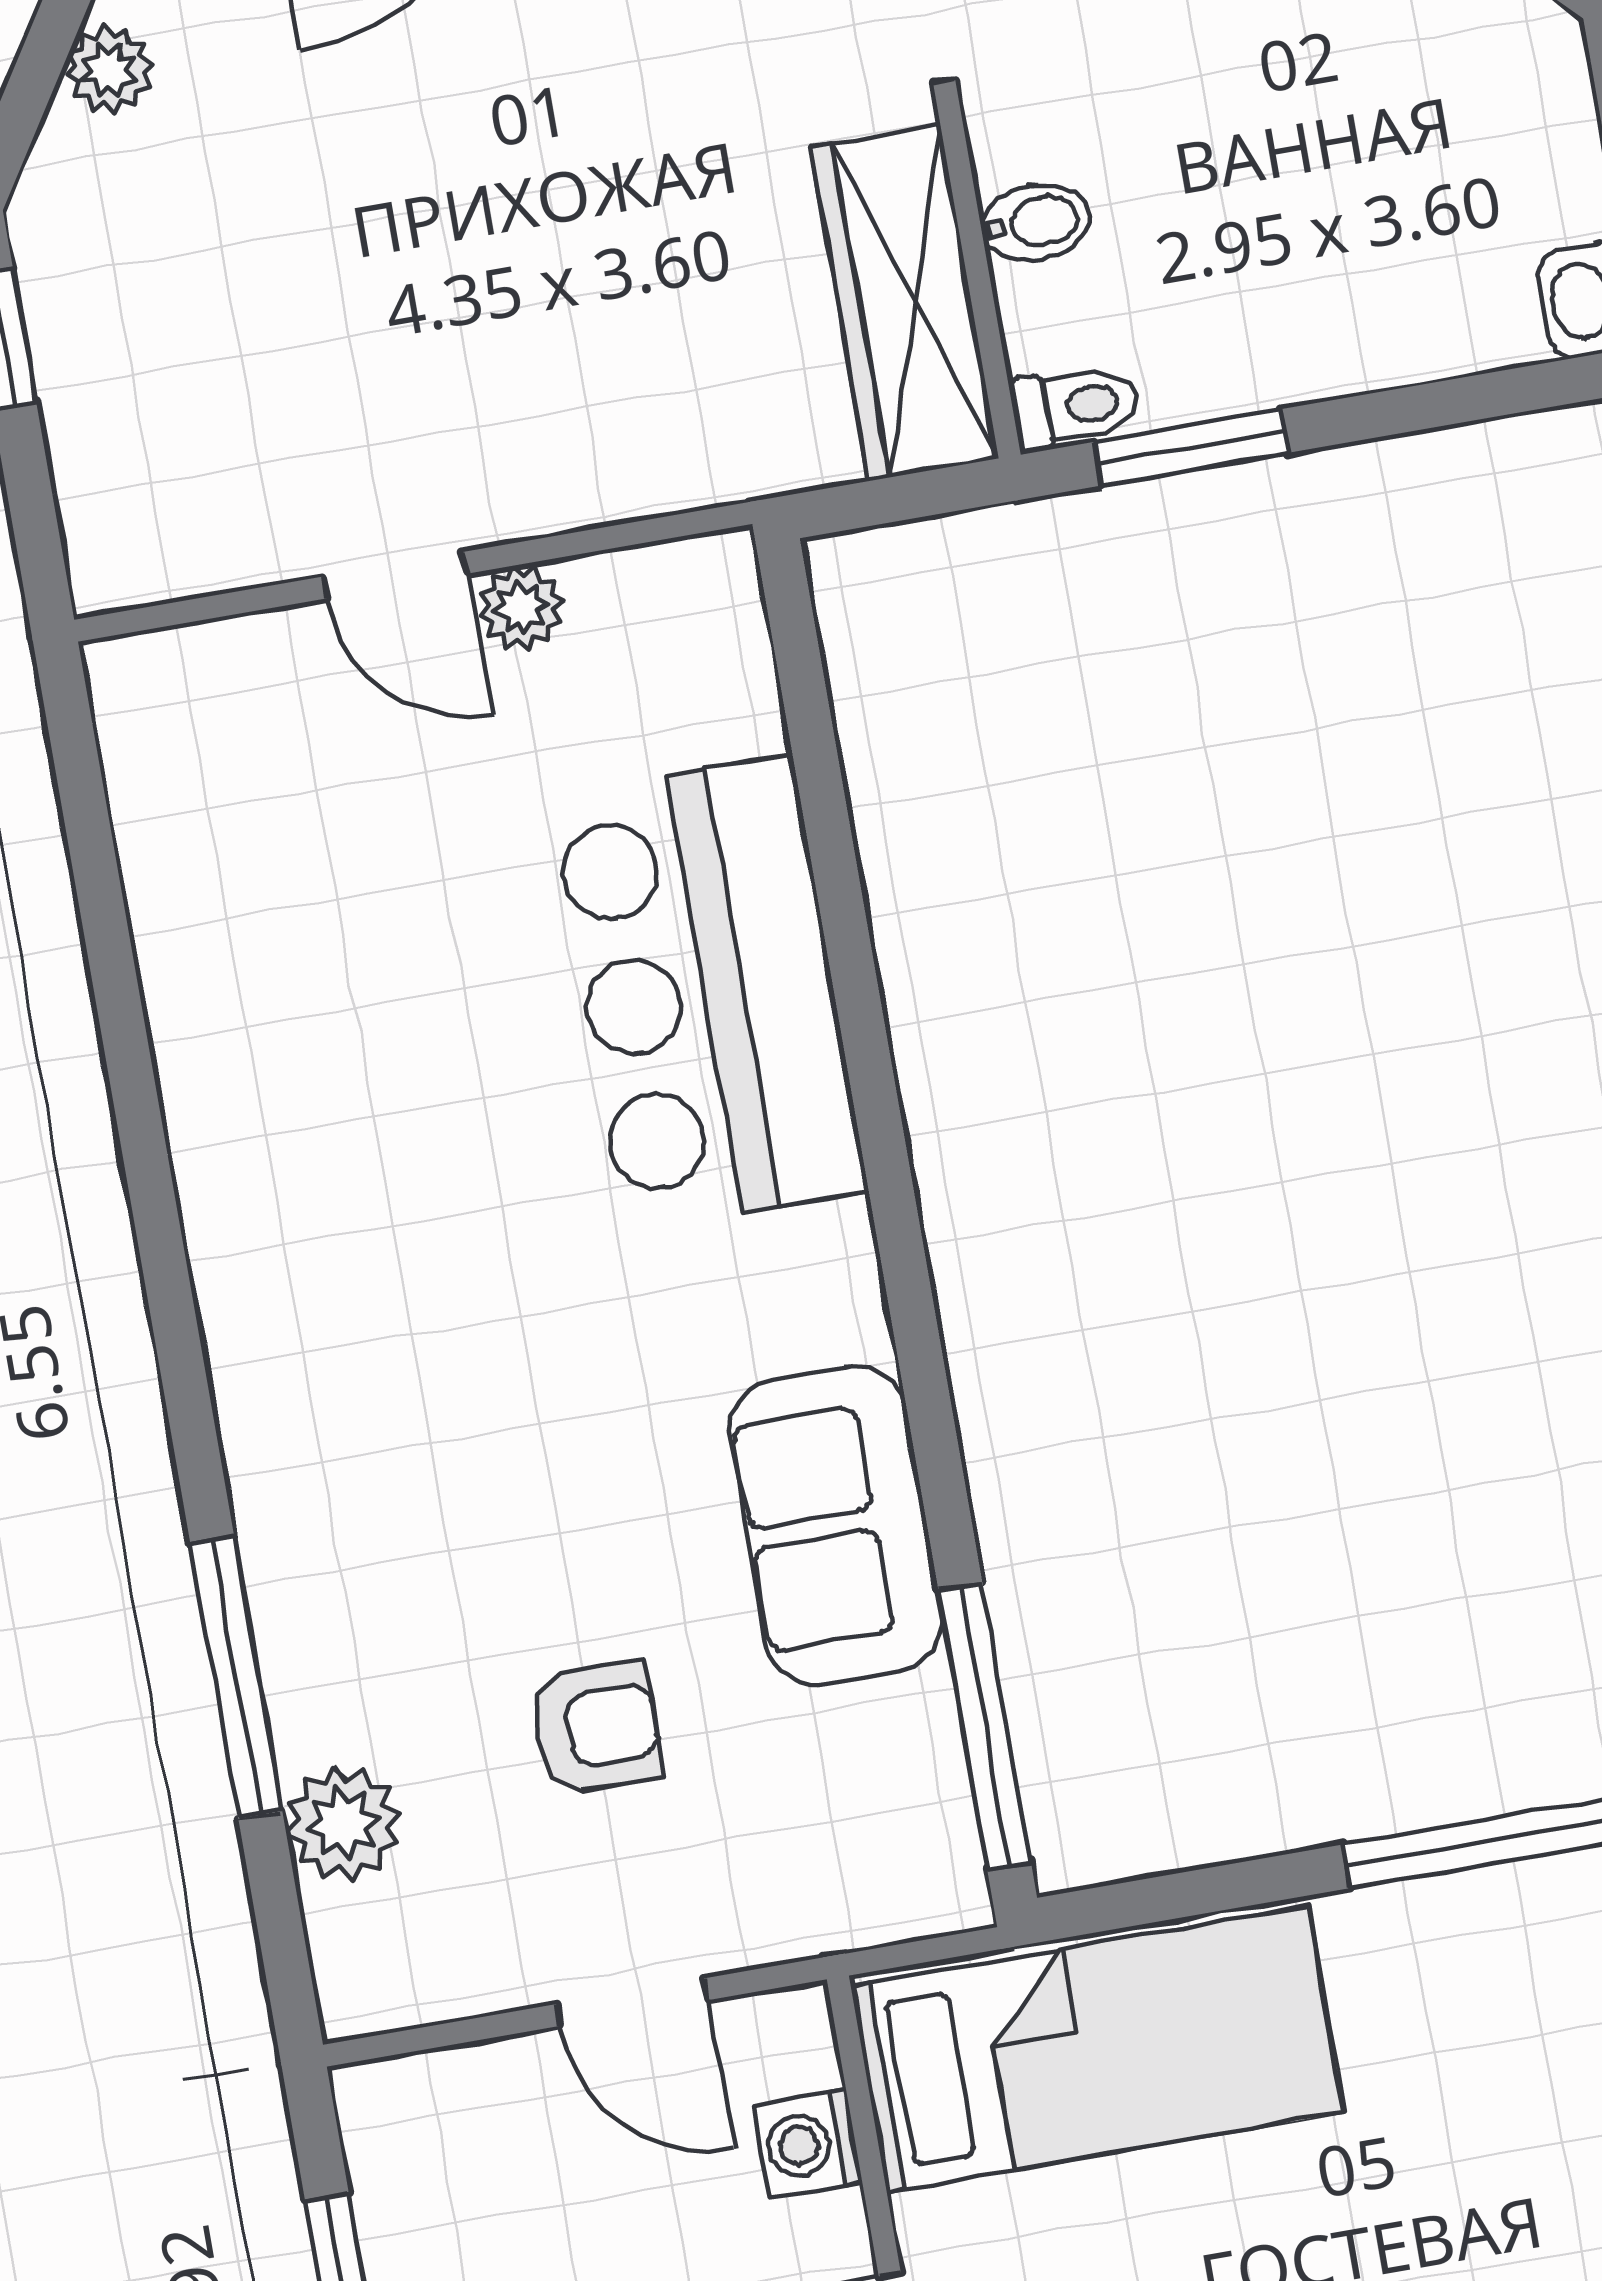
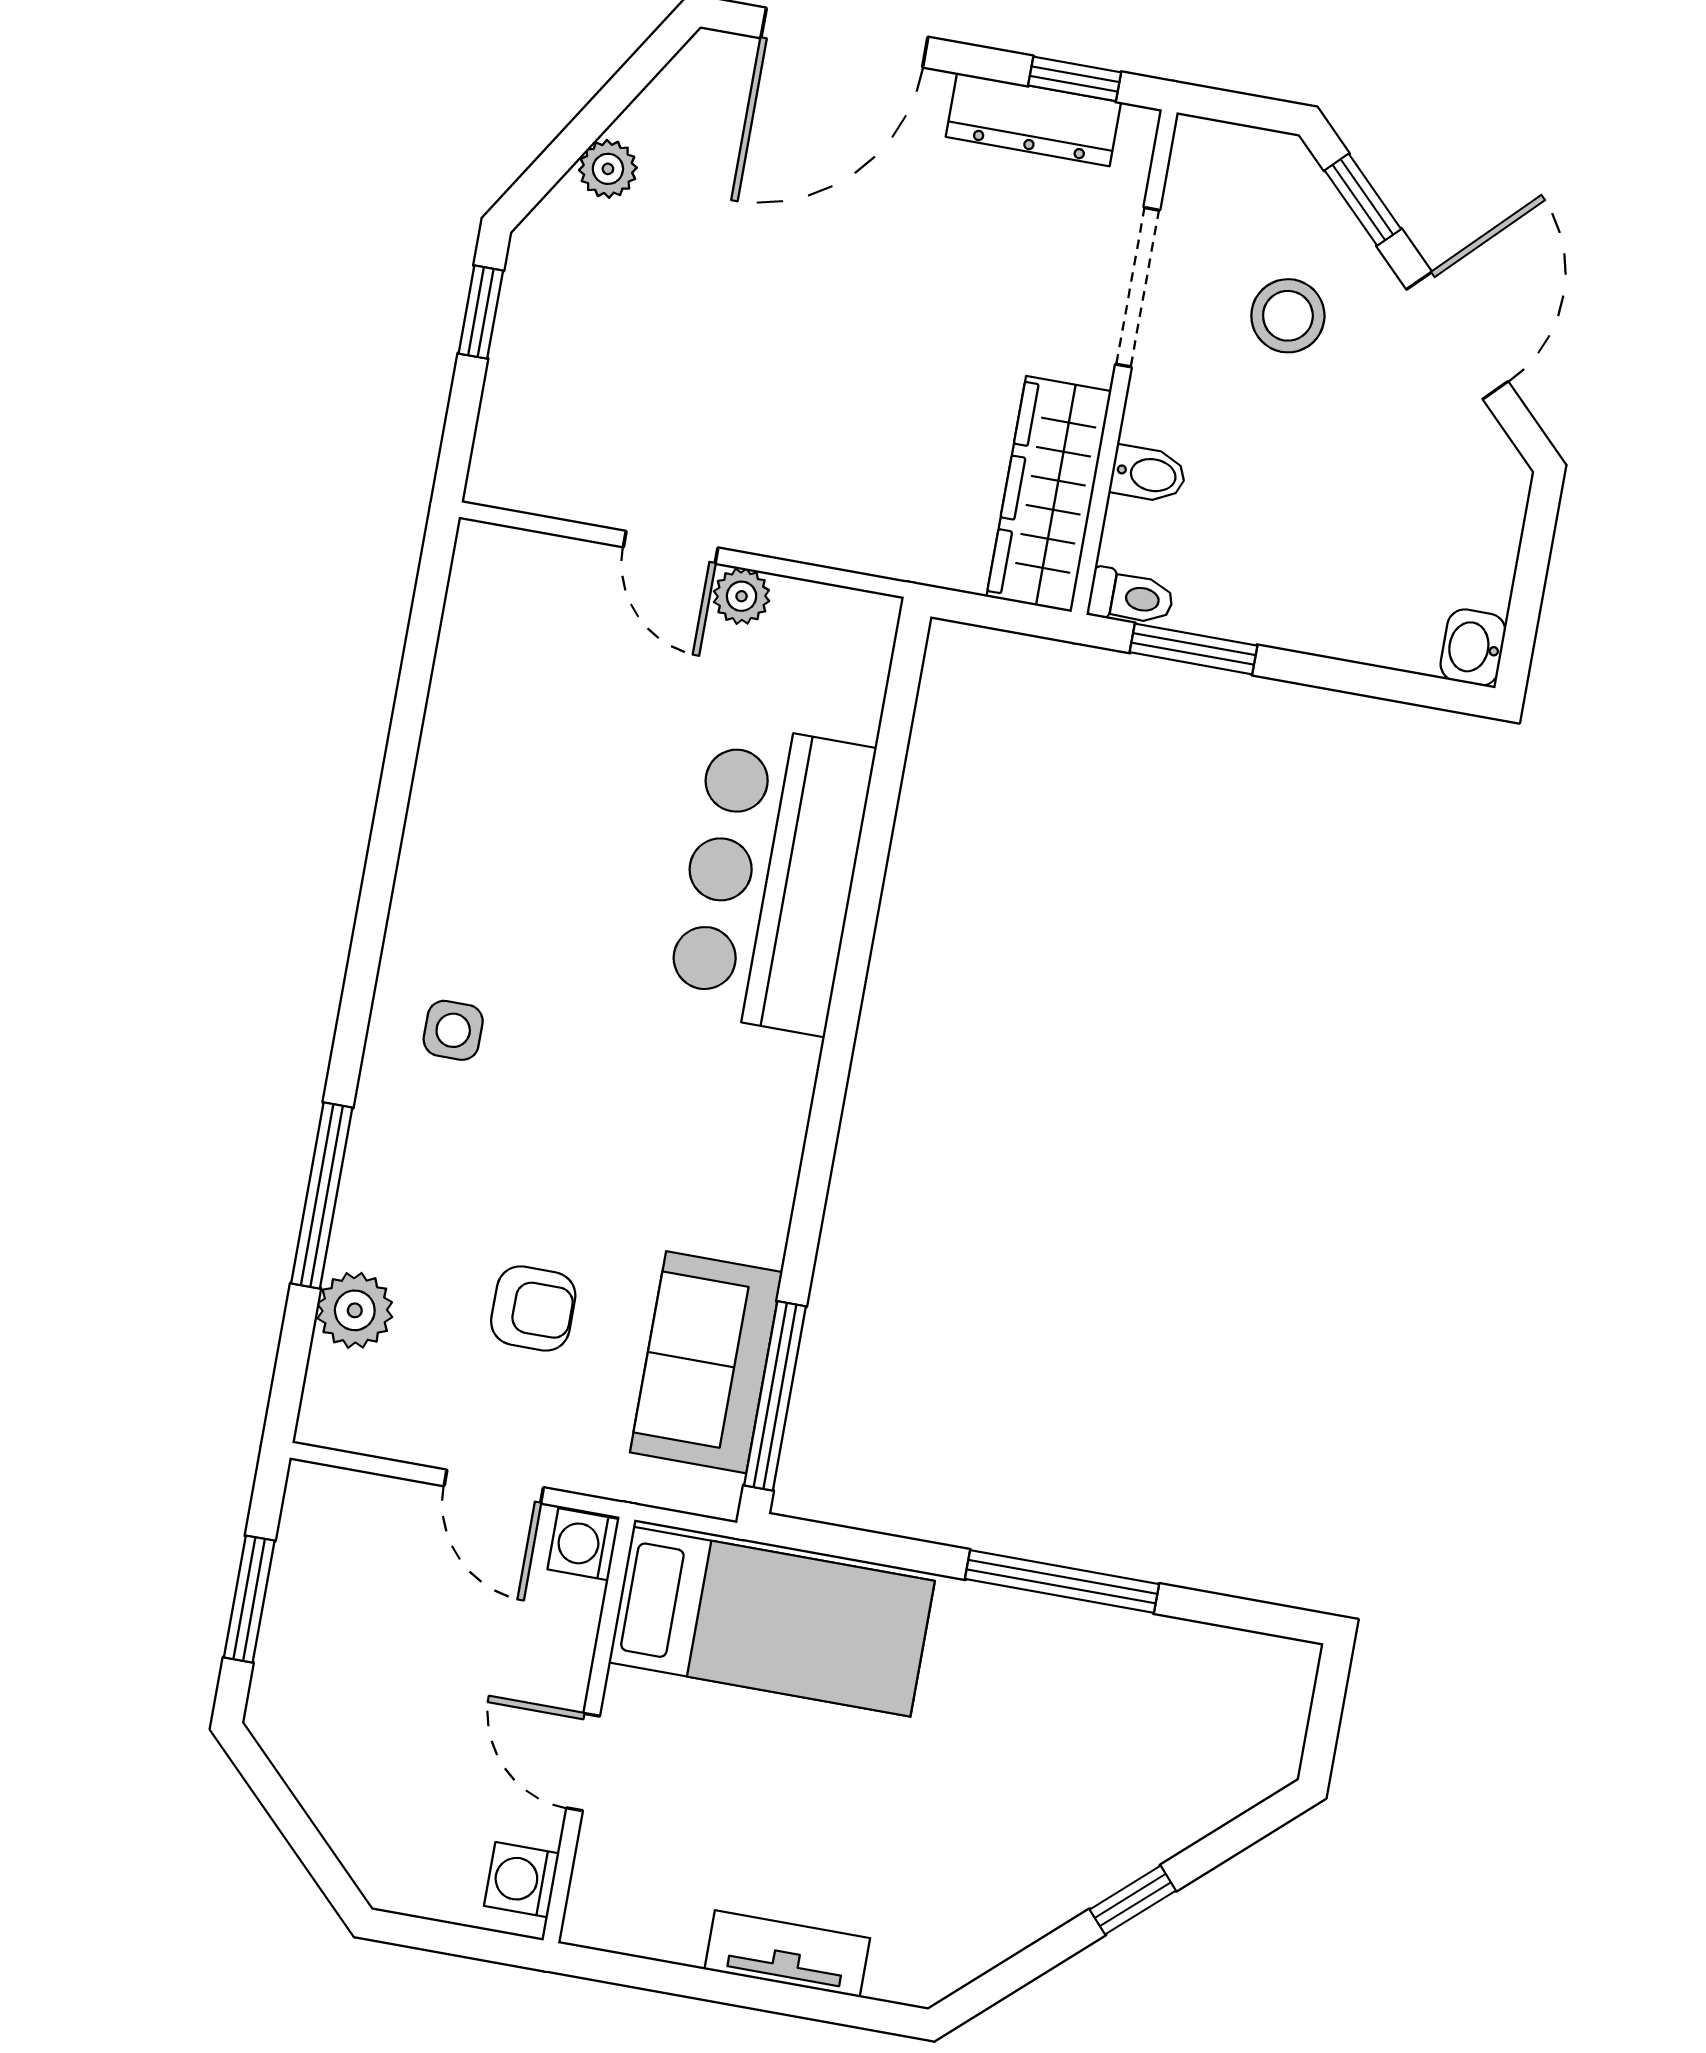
side table: (337, 1375) -> (453, 1030), added
sofa: (836, 1525) -> (706, 1362), moved
washing machine: (808, 2144) -> (583, 1544), moved

